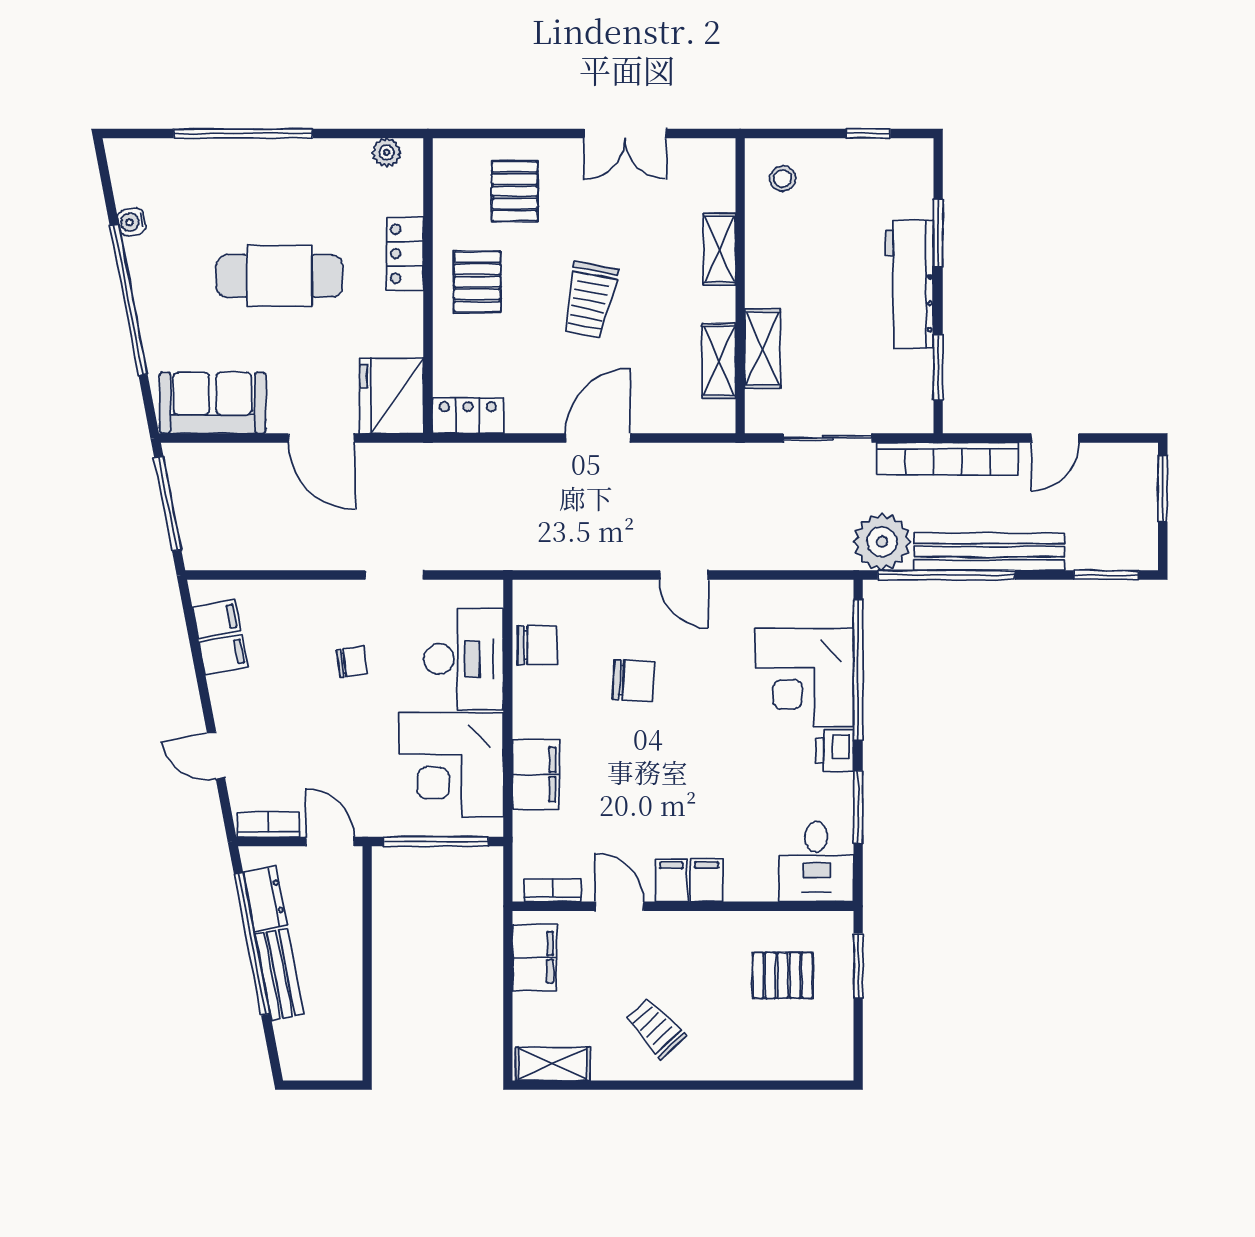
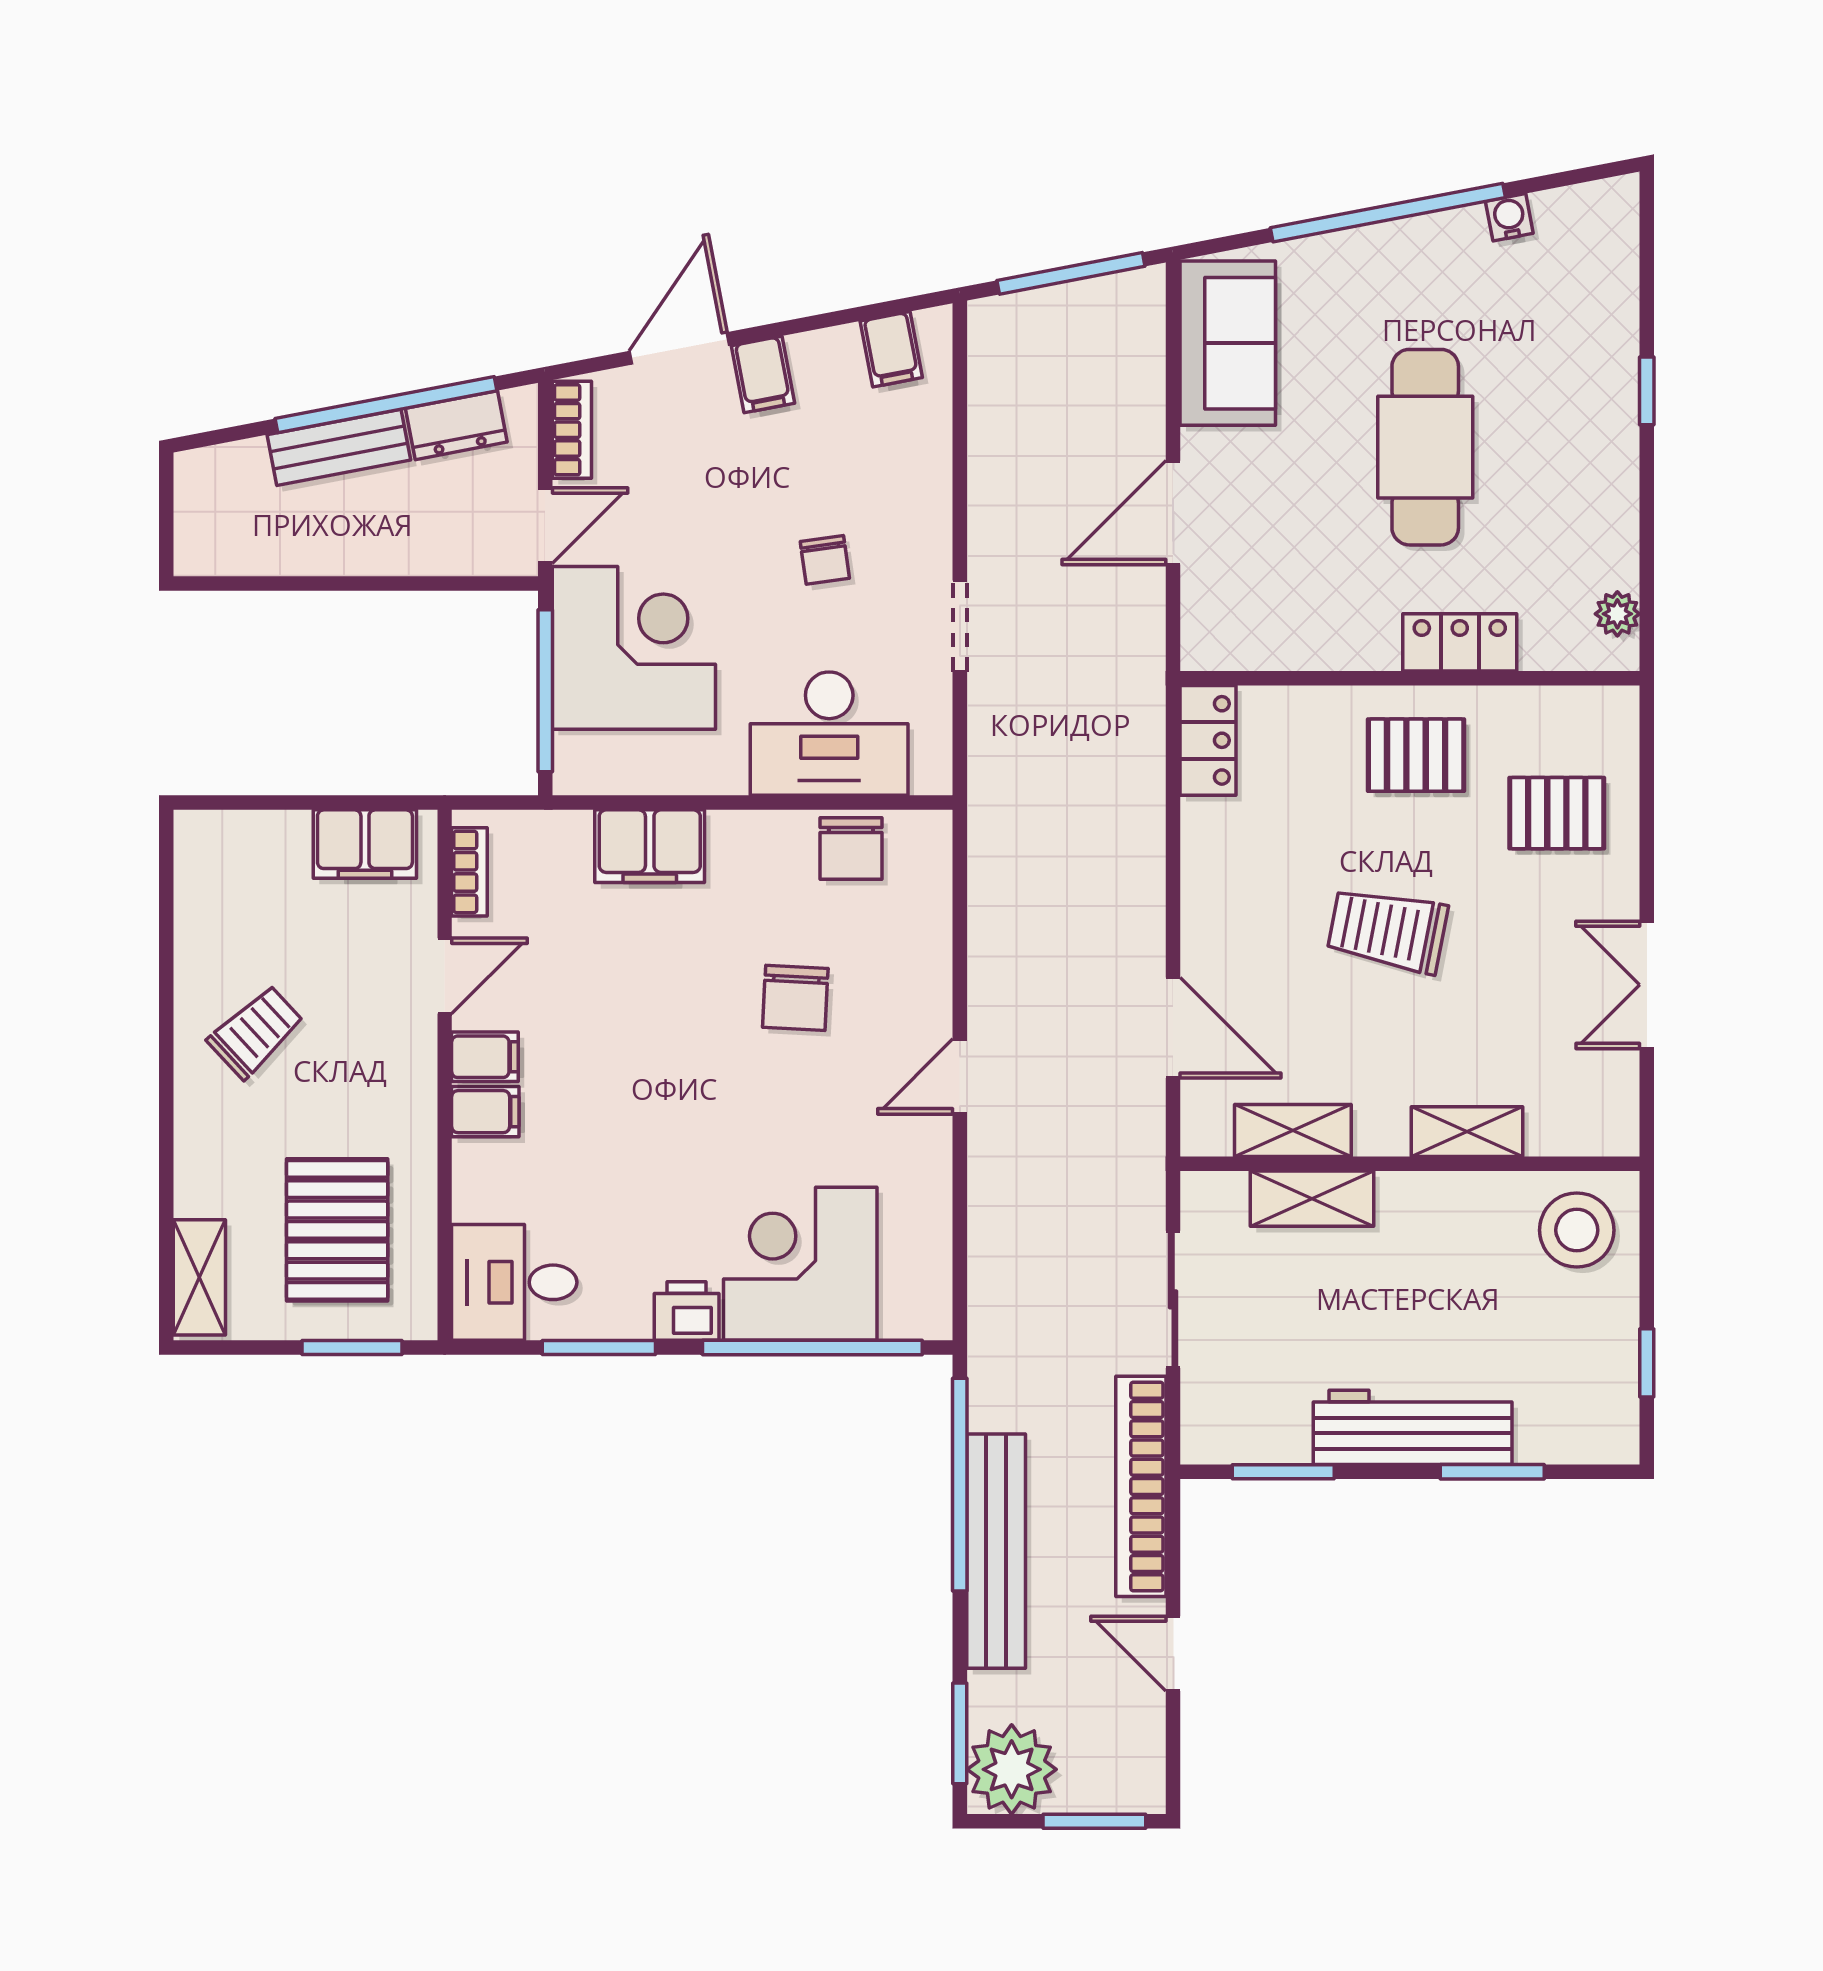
window: (243, 133) -> (1647, 391), width x0.32
stool: (783, 178) -> (1577, 1230), width x1.89, depth x1.89
fridge: (392, 396) -> (1239, 622), removed
door: (598, 438) -> (1173, 1028), moved
plant: (882, 542) -> (1012, 1769), moved
filing cabinet: (224, 654) -> (763, 374), moved
door: (216, 755) -> (679, 348), width x1.37
corner desk: (451, 765) -> (634, 648), moved, turned 90
pallet: (783, 975) -> (337, 1230), width x1.50, depth x1.42
shelving: (553, 1064) -> (199, 1277), moved

